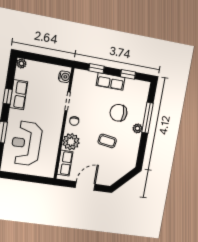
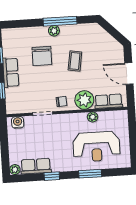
row of seats: (19, 95) -> (36, 166), moved
window: (148, 118) -> (60, 21), moved
plant: (54, 146) -> (93, 117), added

